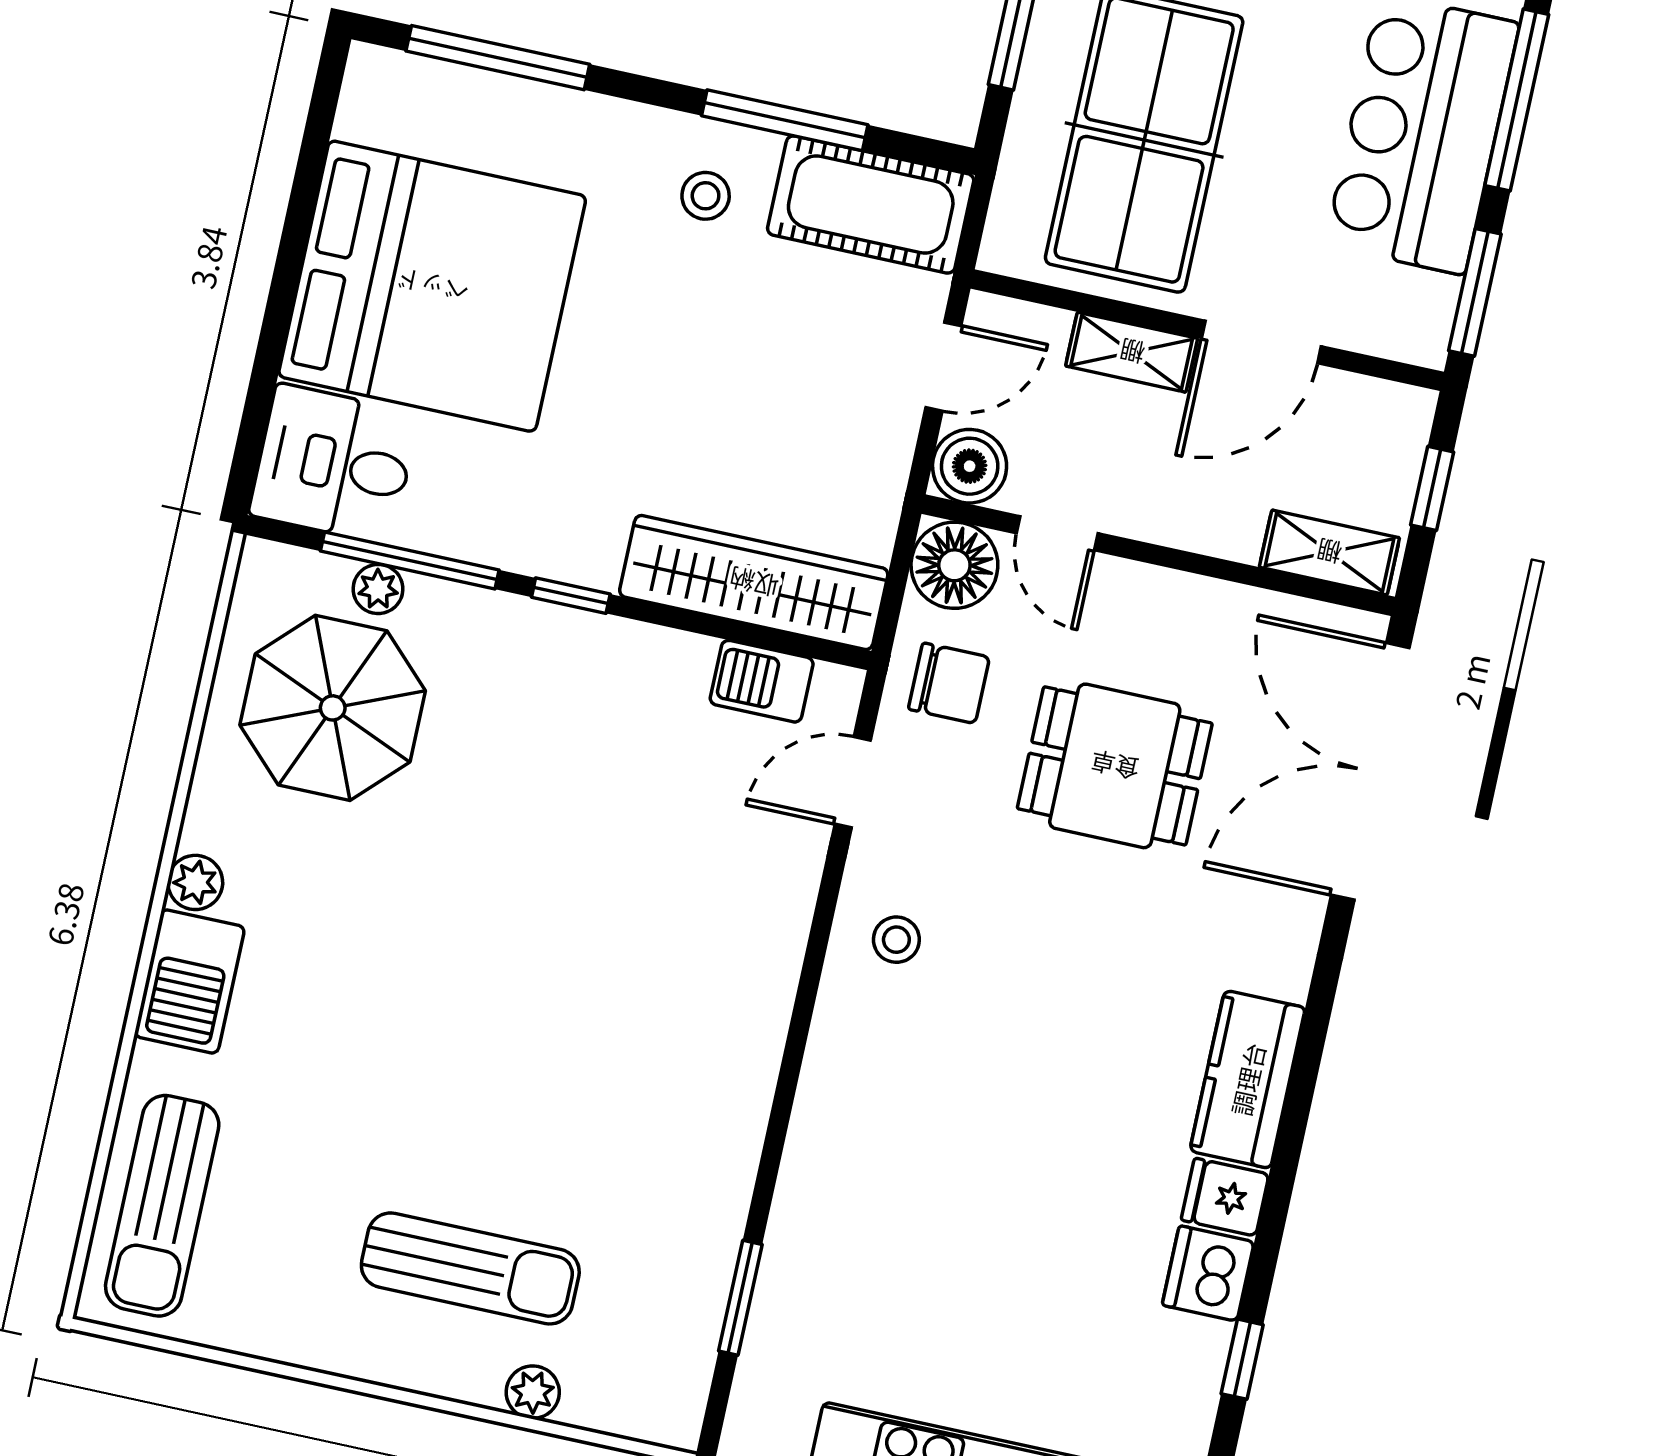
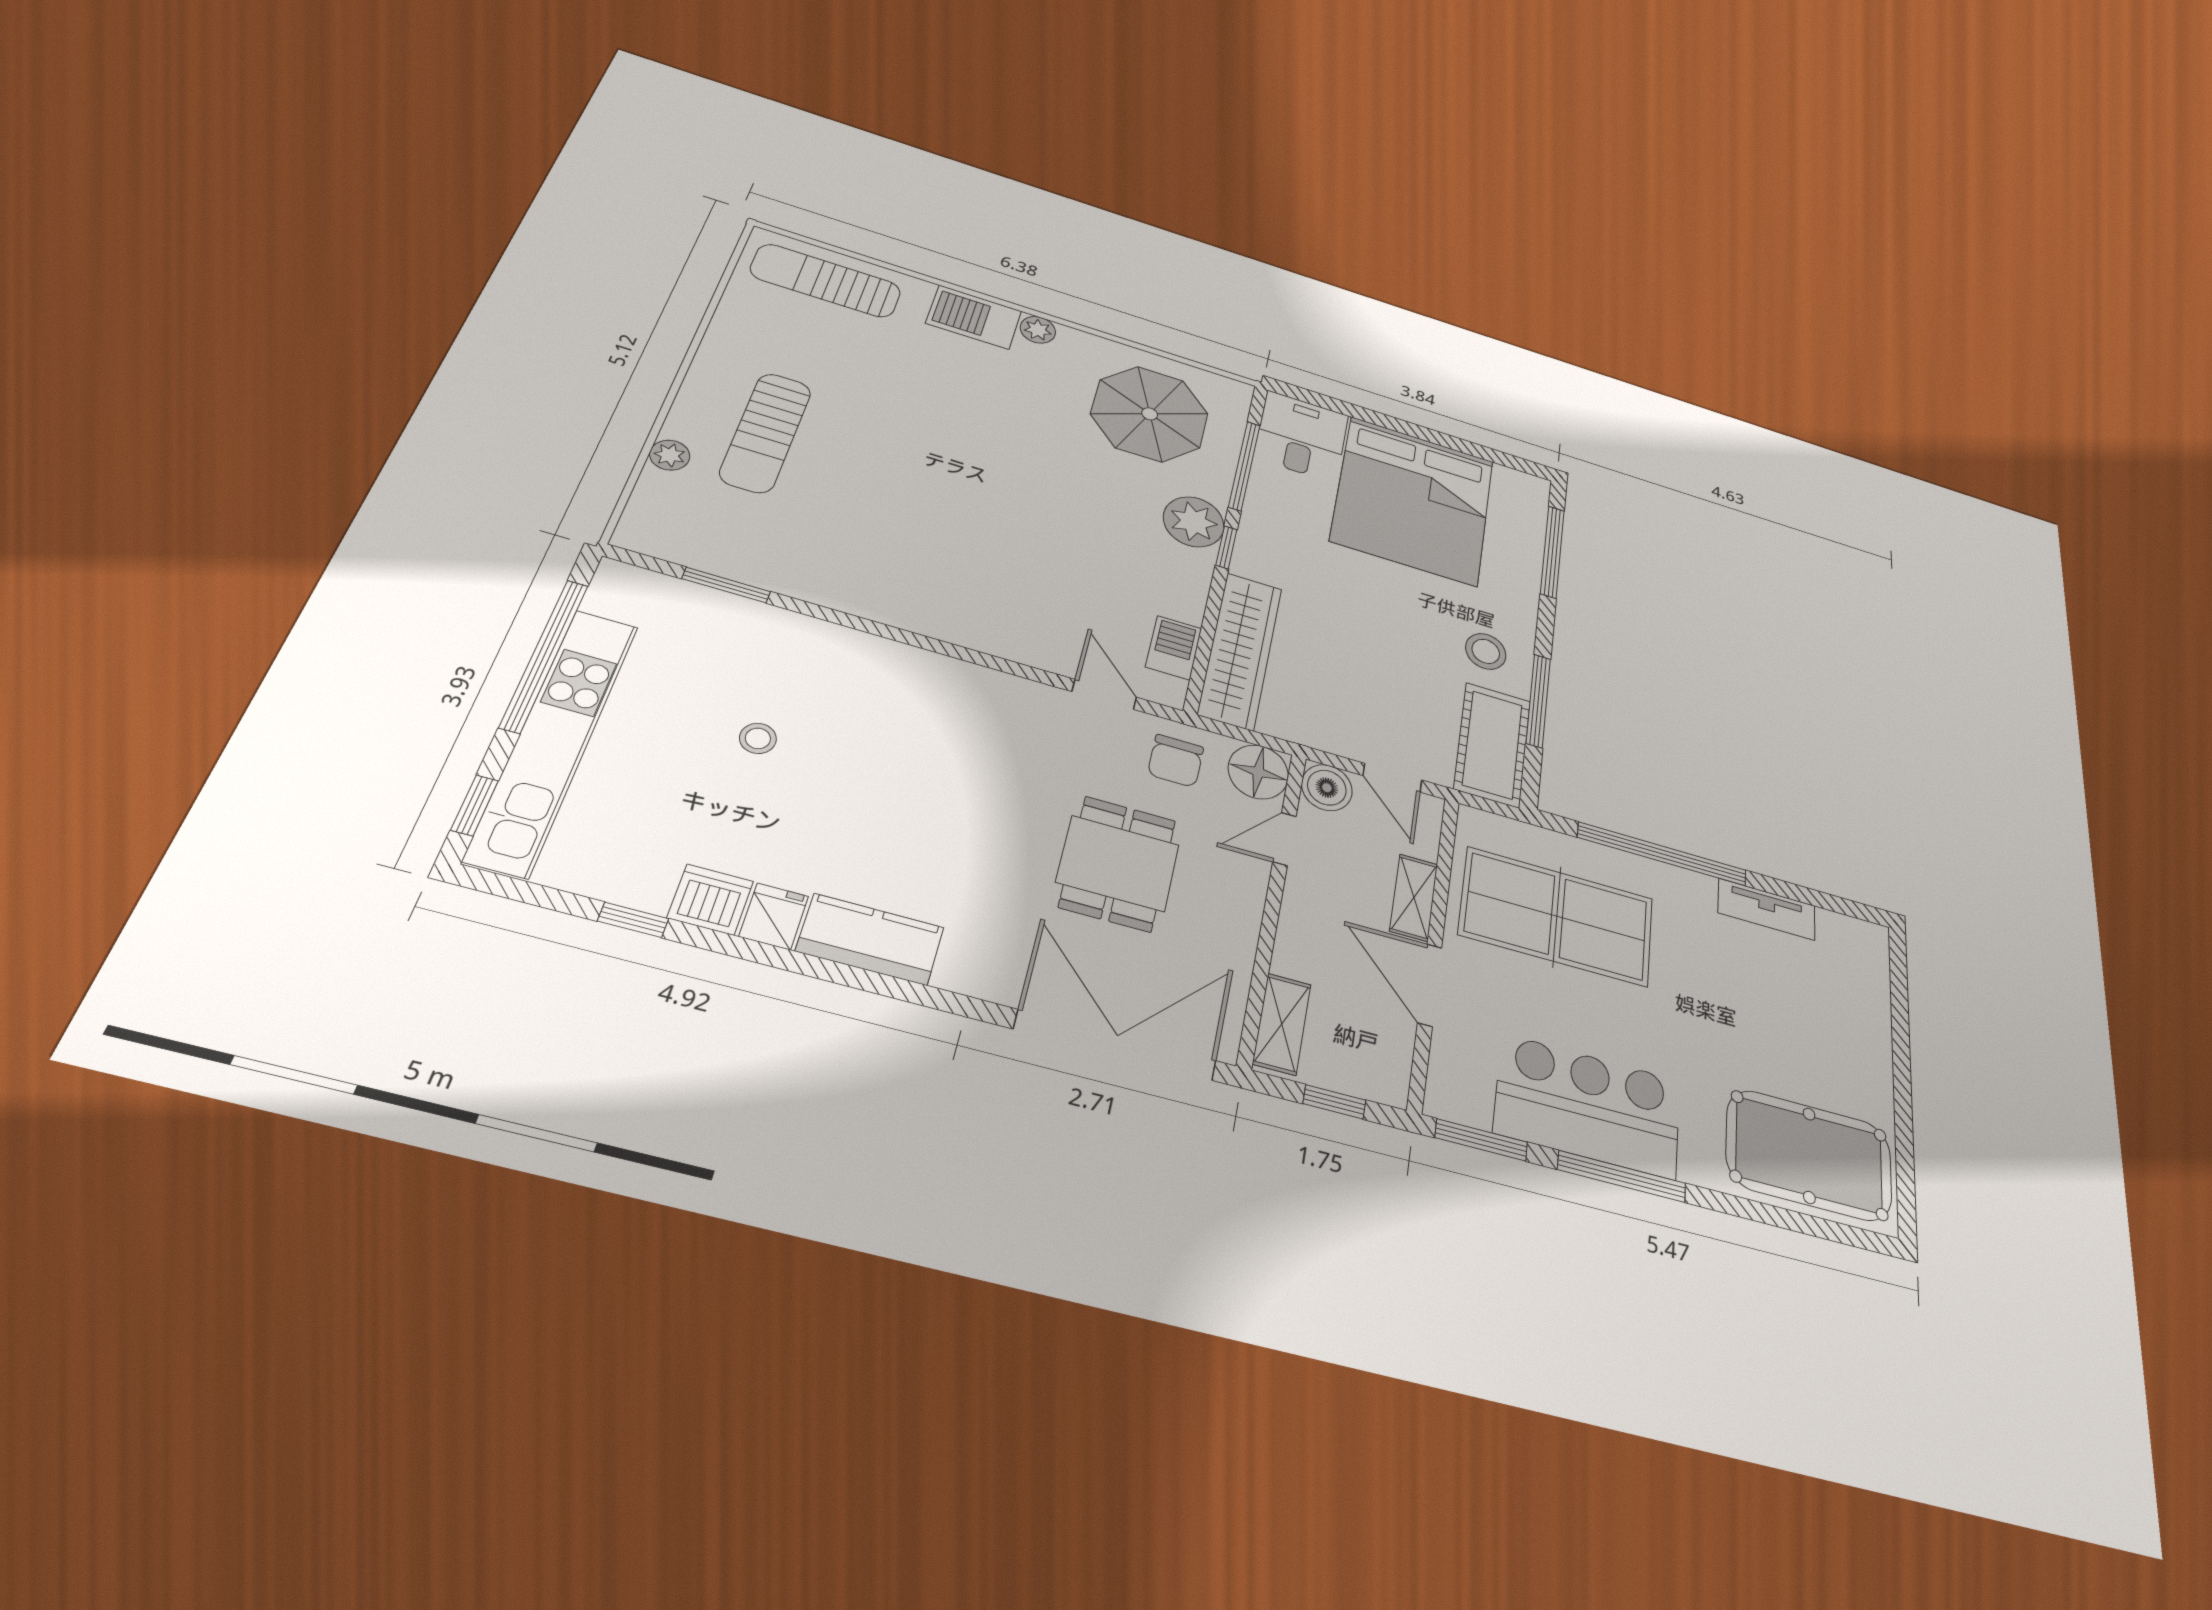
stool: (706, 196) -> (1486, 651), width x1.37, depth x1.37
plant: (378, 589) -> (1194, 522), moved, width x1.87, depth x1.87
stool: (896, 940) -> (758, 738), moved

